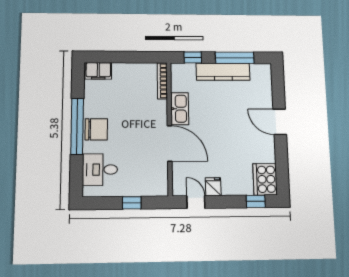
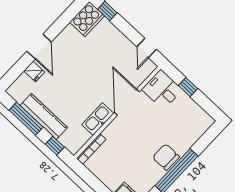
desk: (100, 170) -> (162, 90), moved, turned 180
fridge: (213, 187) -> (34, 71), moved, turned -90

